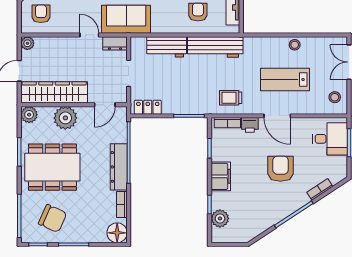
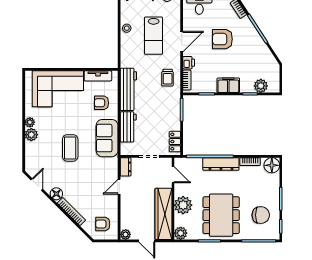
sofa: (126, 19) -> (107, 138), moved
chair: (53, 218) -> (261, 215), turned 66

